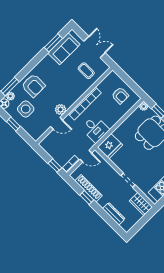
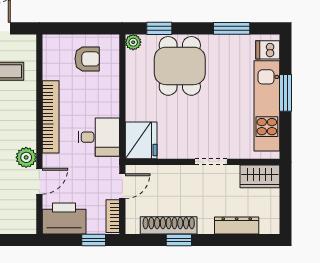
printer: (52, 146) -> (64, 218), added

